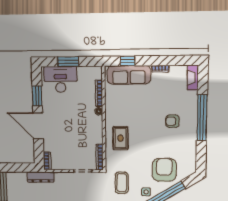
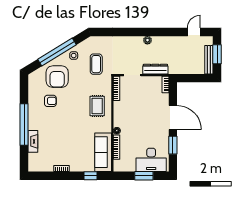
sofa: (129, 75) -> (103, 152), moved, turned -90
fireplace: (193, 78) -> (33, 141), moved
armchair: (172, 121) -> (50, 101), moved
dresser: (41, 177) -> (155, 69), moved

